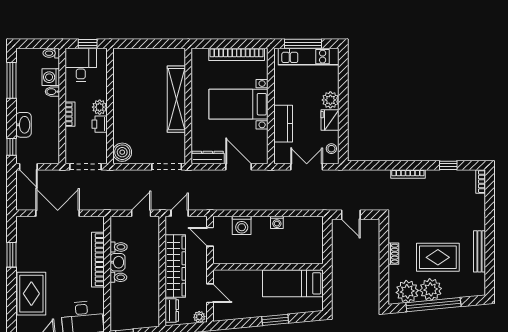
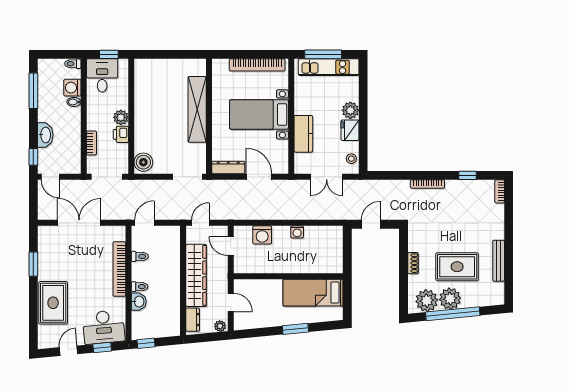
bookcase: (70, 114) -> (91, 143), moved
double door: (307, 167) -> (327, 177), swing flipped
door: (141, 213) -> (144, 223), moved
door: (351, 215) -> (371, 224), swing flipped
washbasin: (118, 262) -> (139, 302), moved

